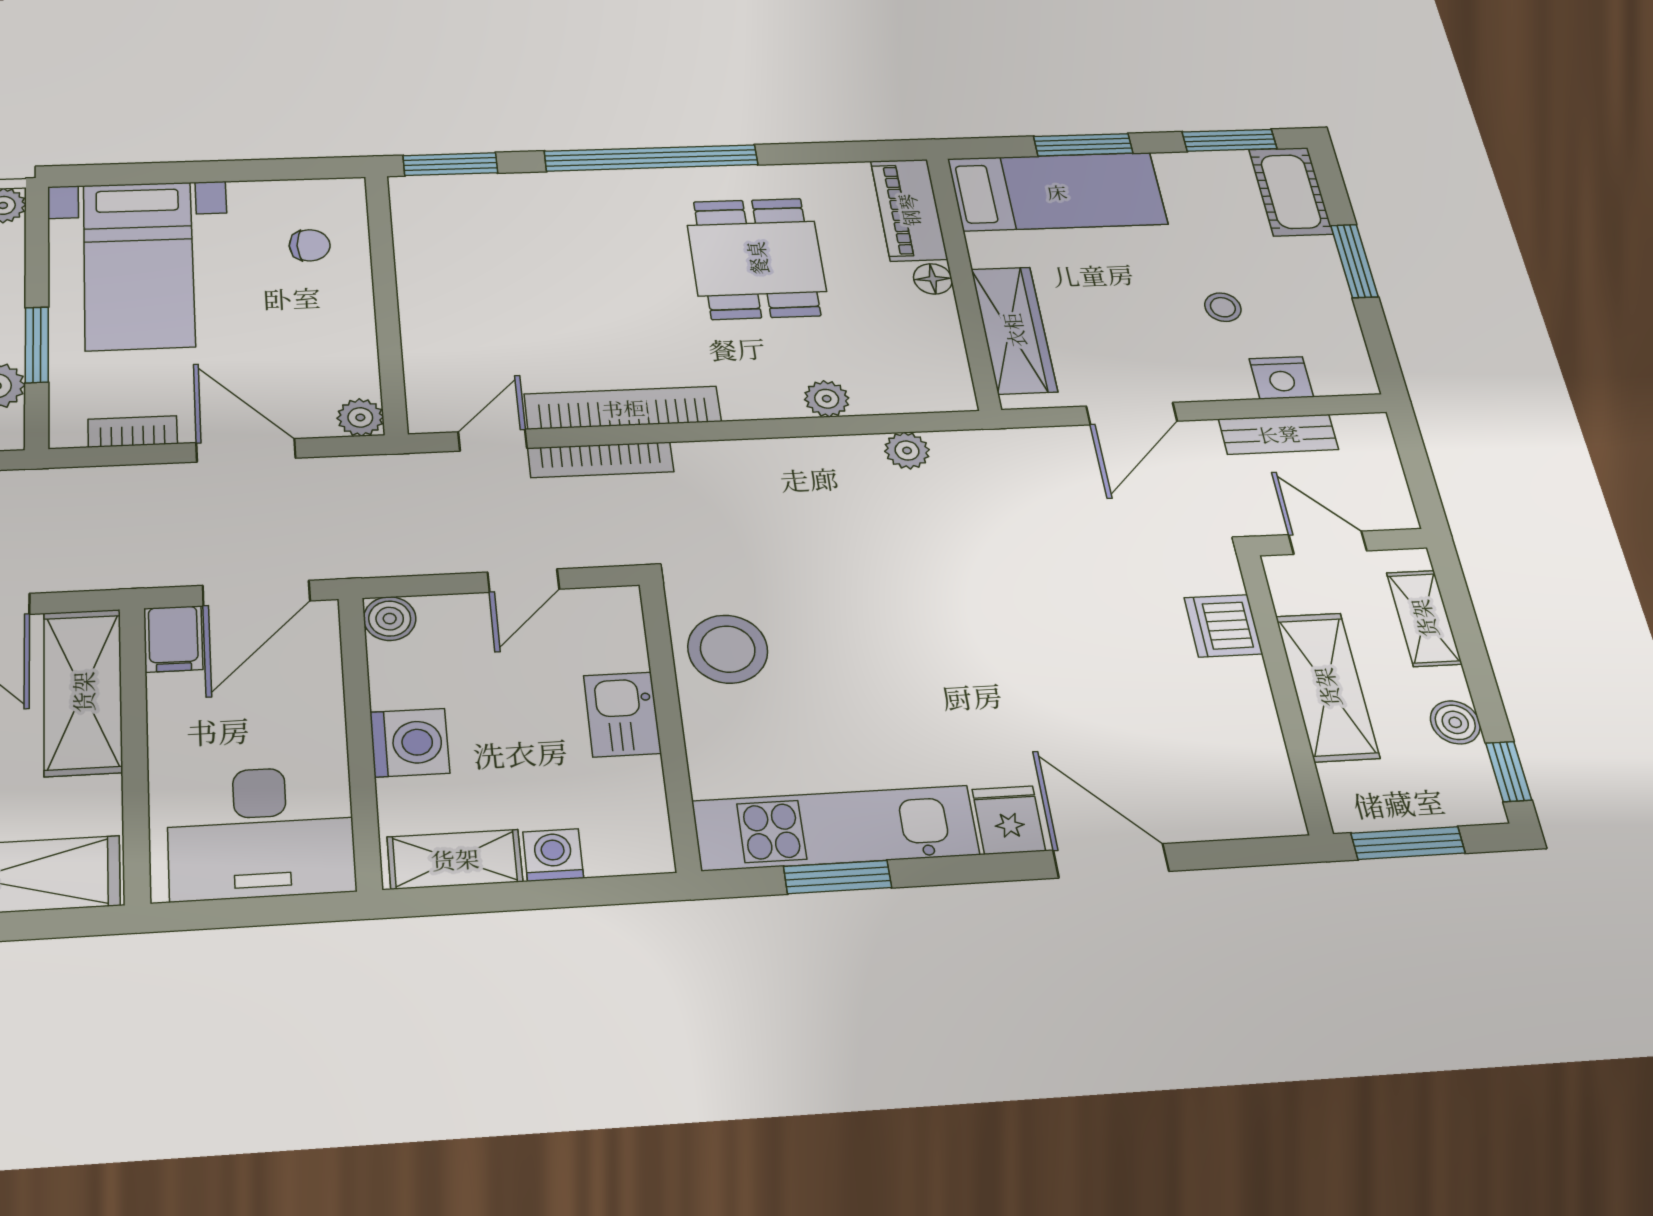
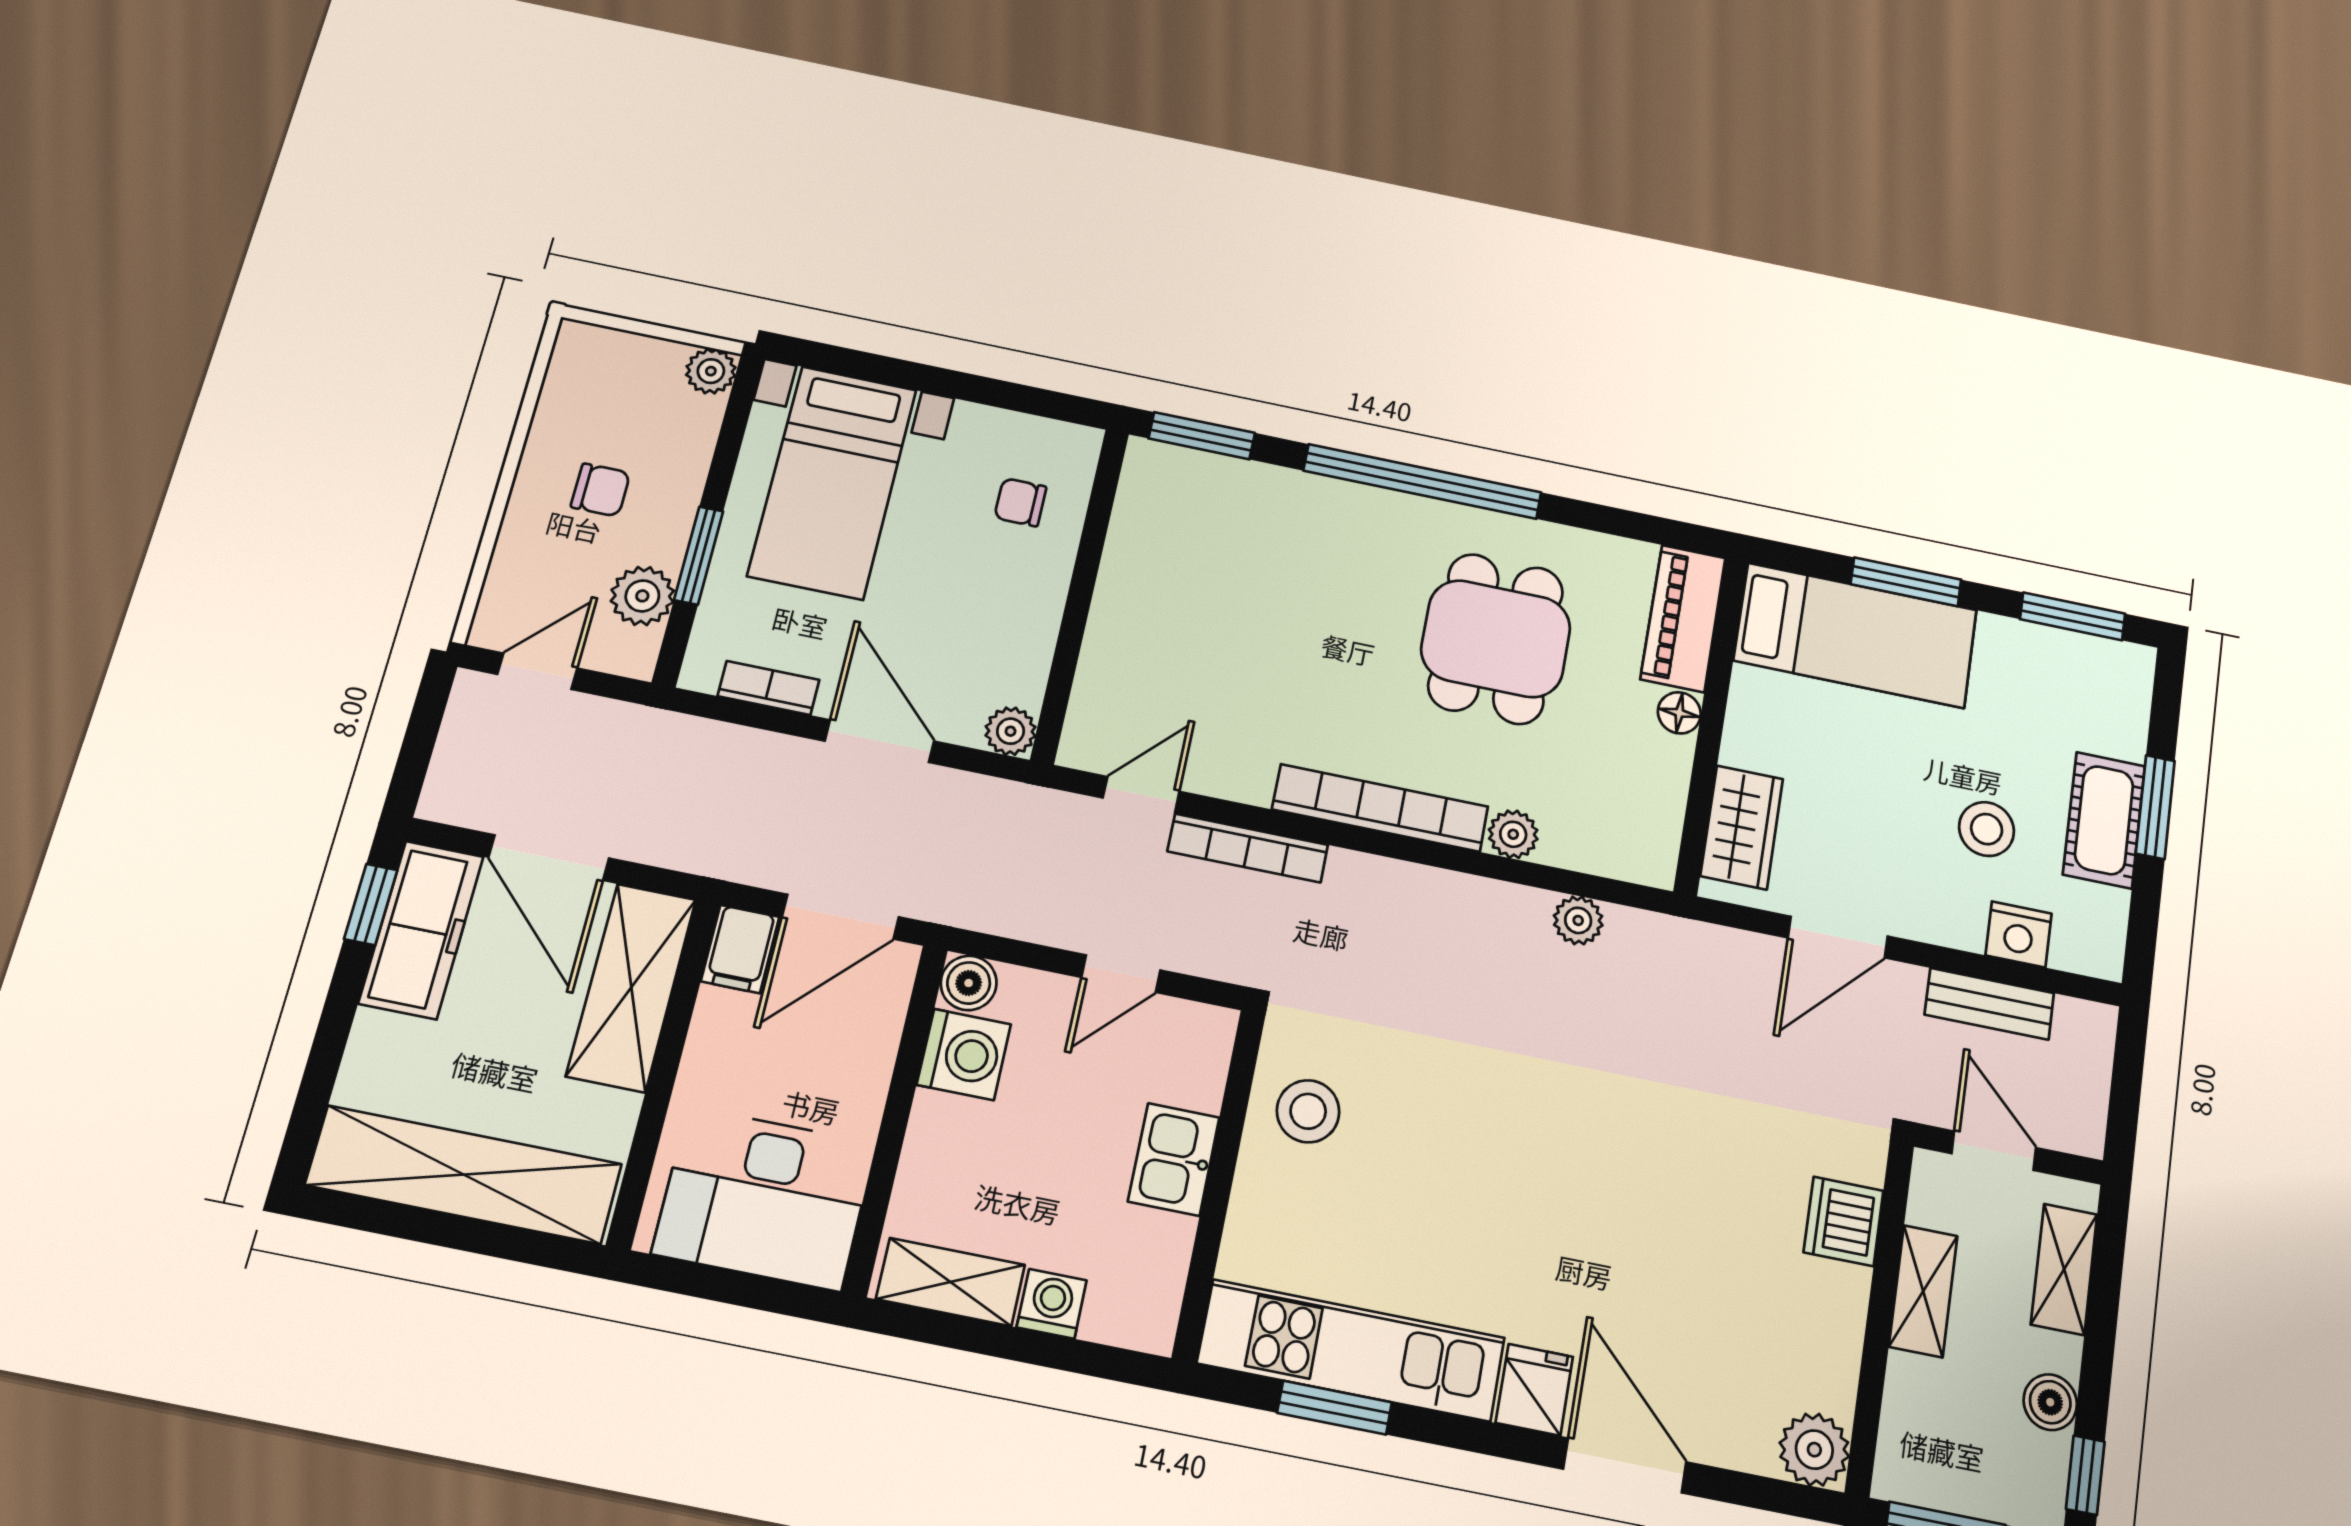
cot: (1291, 192) -> (2104, 820), moved
chair: (310, 245) -> (1020, 502), turned 180
stool: (1223, 307) -> (1987, 829), width x1.37, depth x1.37
wardrobe: (1014, 330) -> (1742, 827), width x0.67
bookcase: (623, 408) -> (1380, 808), moved
stool: (728, 649) -> (1308, 1111), width x0.73, depth x0.73
shelving: (1327, 687) -> (1923, 1291), width x0.67, depth x0.75
washing machine: (410, 743) -> (964, 1055), moved
plant: (1270, 808) -> (1814, 1450), added

